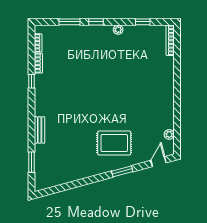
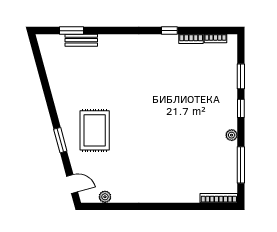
window: (143, 22) -> (241, 165), width x2.17
bench: (40, 130) -> (81, 40), moved

